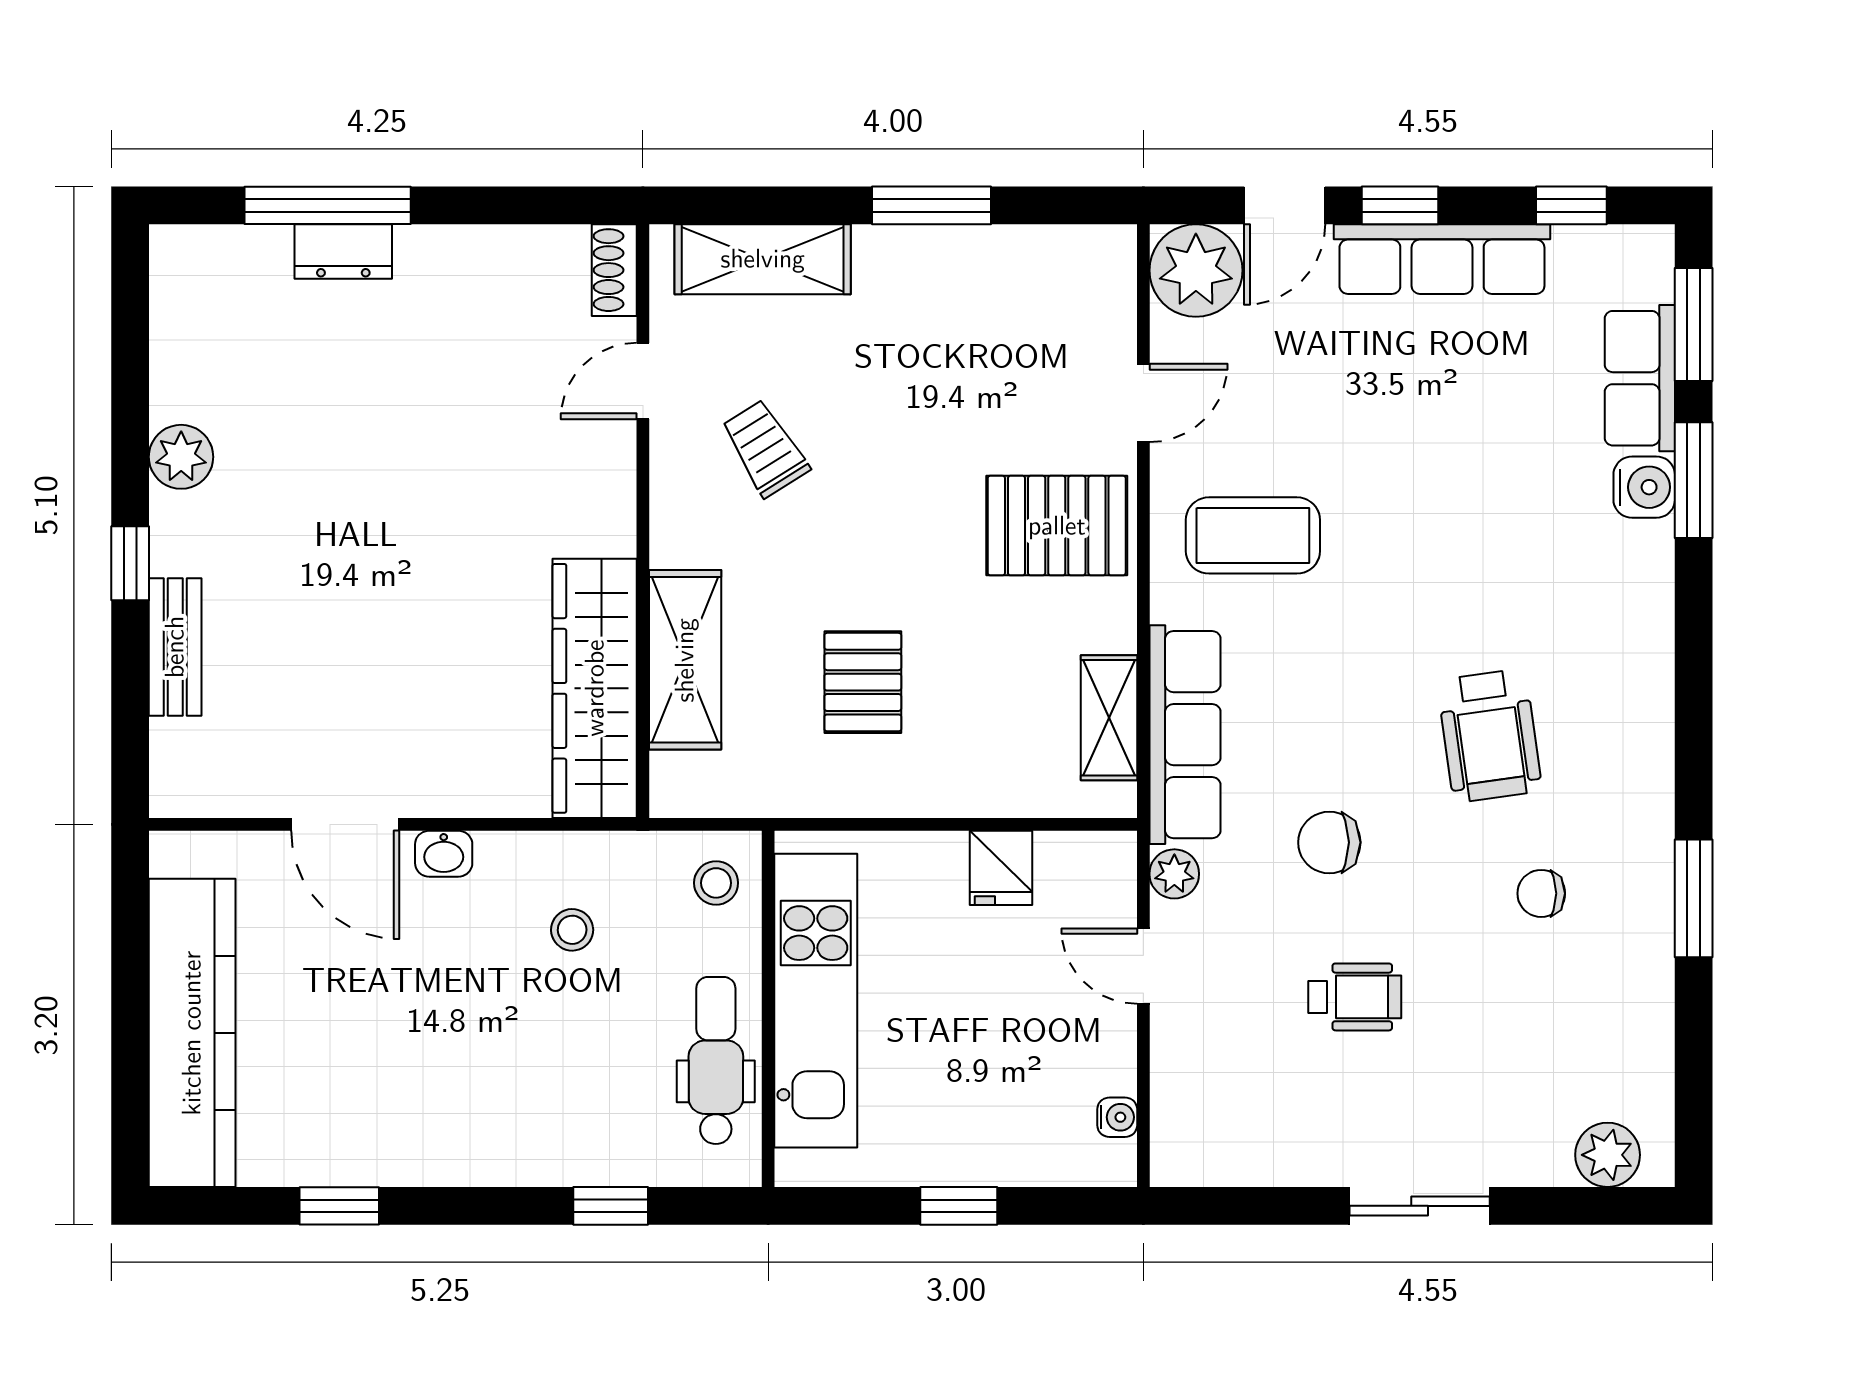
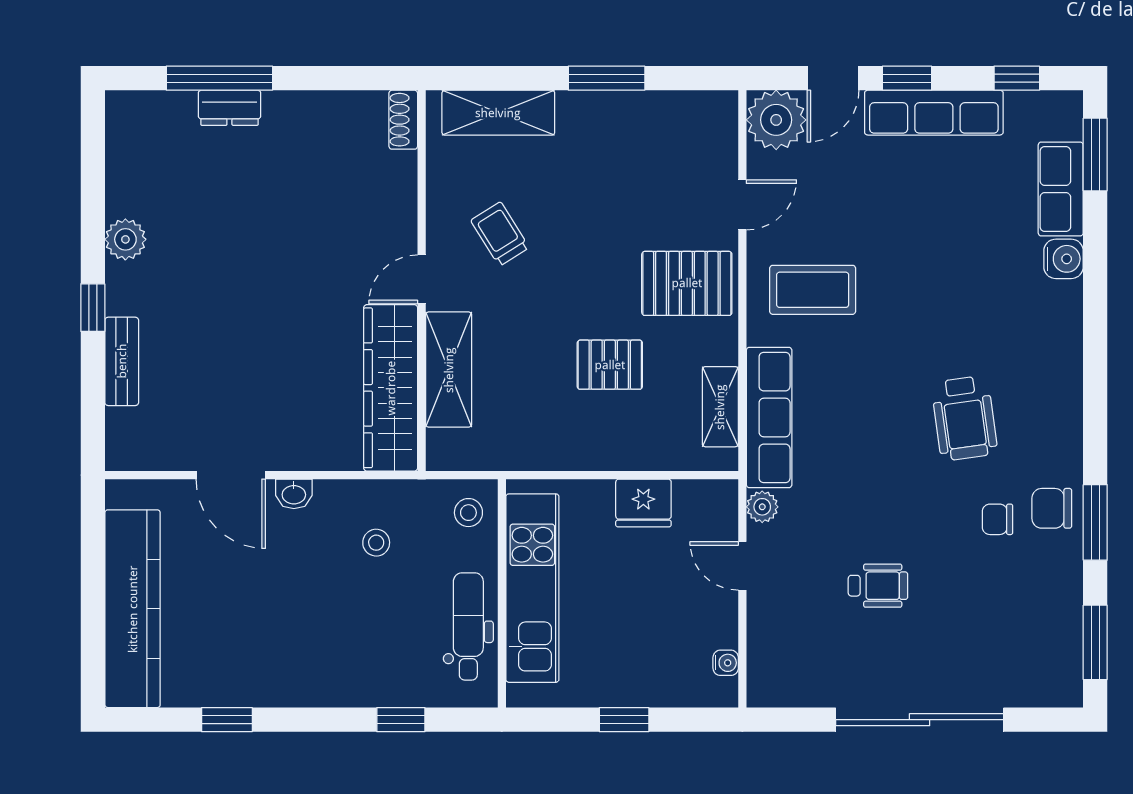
door: (643, 381) -> (422, 279), moved
window: (1694, 480) -> (1095, 642), moved
pallet: (863, 682) -> (610, 365), moved, turned 90
chair: (1329, 842) -> (1052, 508), moved
fridge: (1001, 868) -> (643, 503), width x1.38
plant: (1608, 1155) -> (1040, 687), removed
sliding door: (1420, 1206) -> (920, 720), width x1.86

